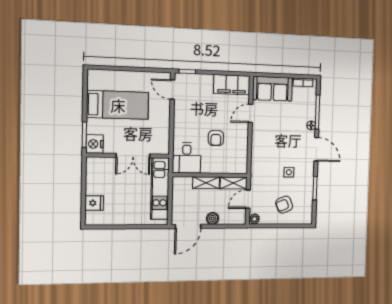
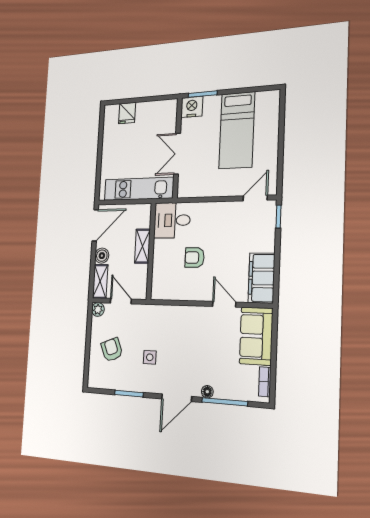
shelving: (233, 183) -> (100, 281), moved
door: (188, 226) -> (95, 225), swing flipped

